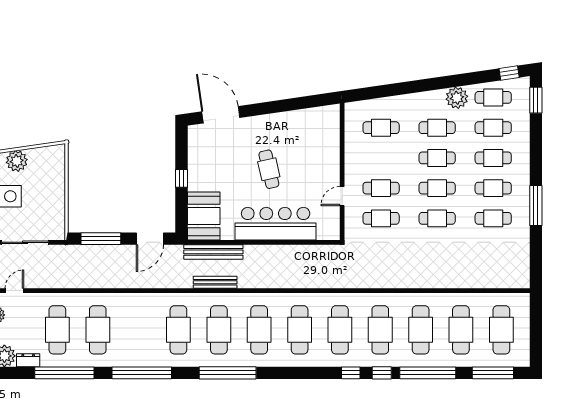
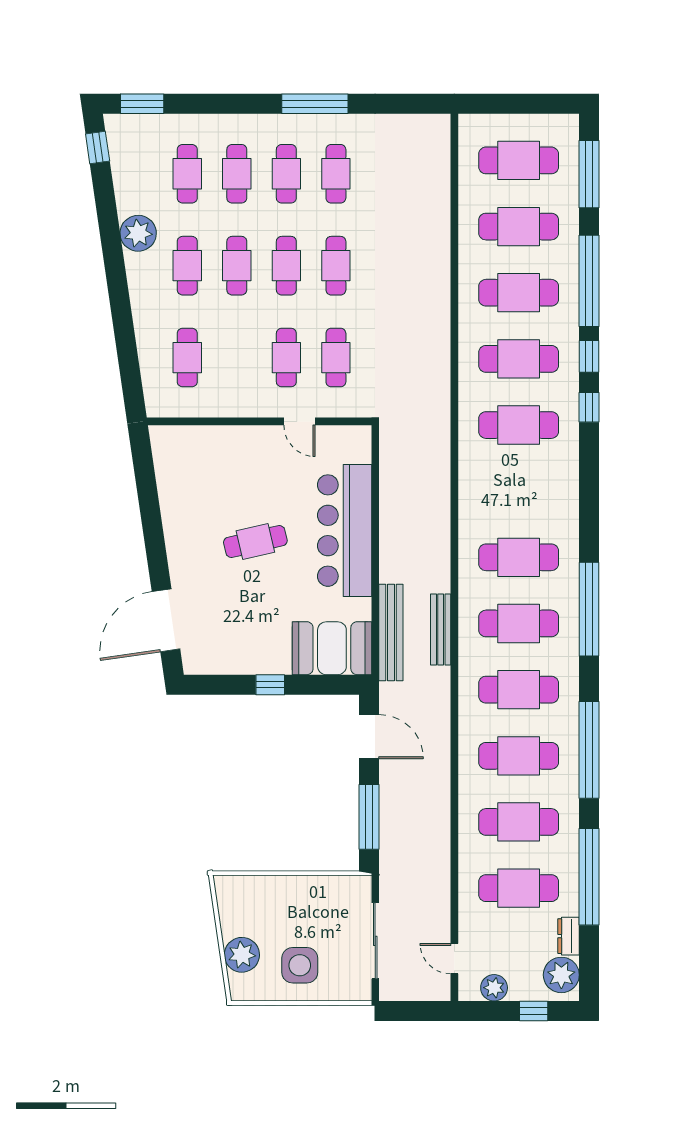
cafe table: (493, 97) -> (138, 174), removed
cafe table: (300, 330) -> (519, 756), moved

